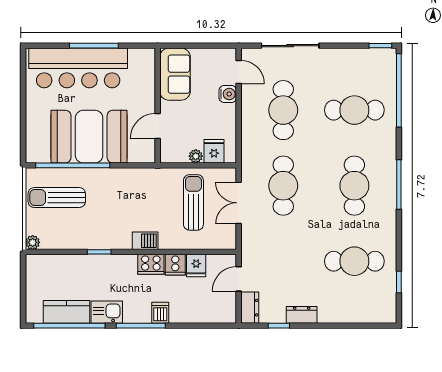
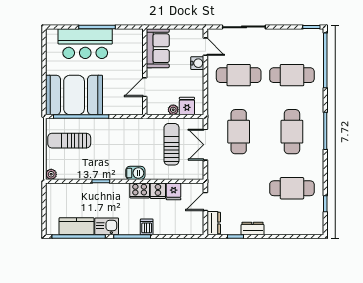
bar counter: (78, 68) -> (85, 44), width x0.73
cafe table: (283, 110) -> (239, 75), turned 90
booth: (89, 137) -> (74, 95), moved

